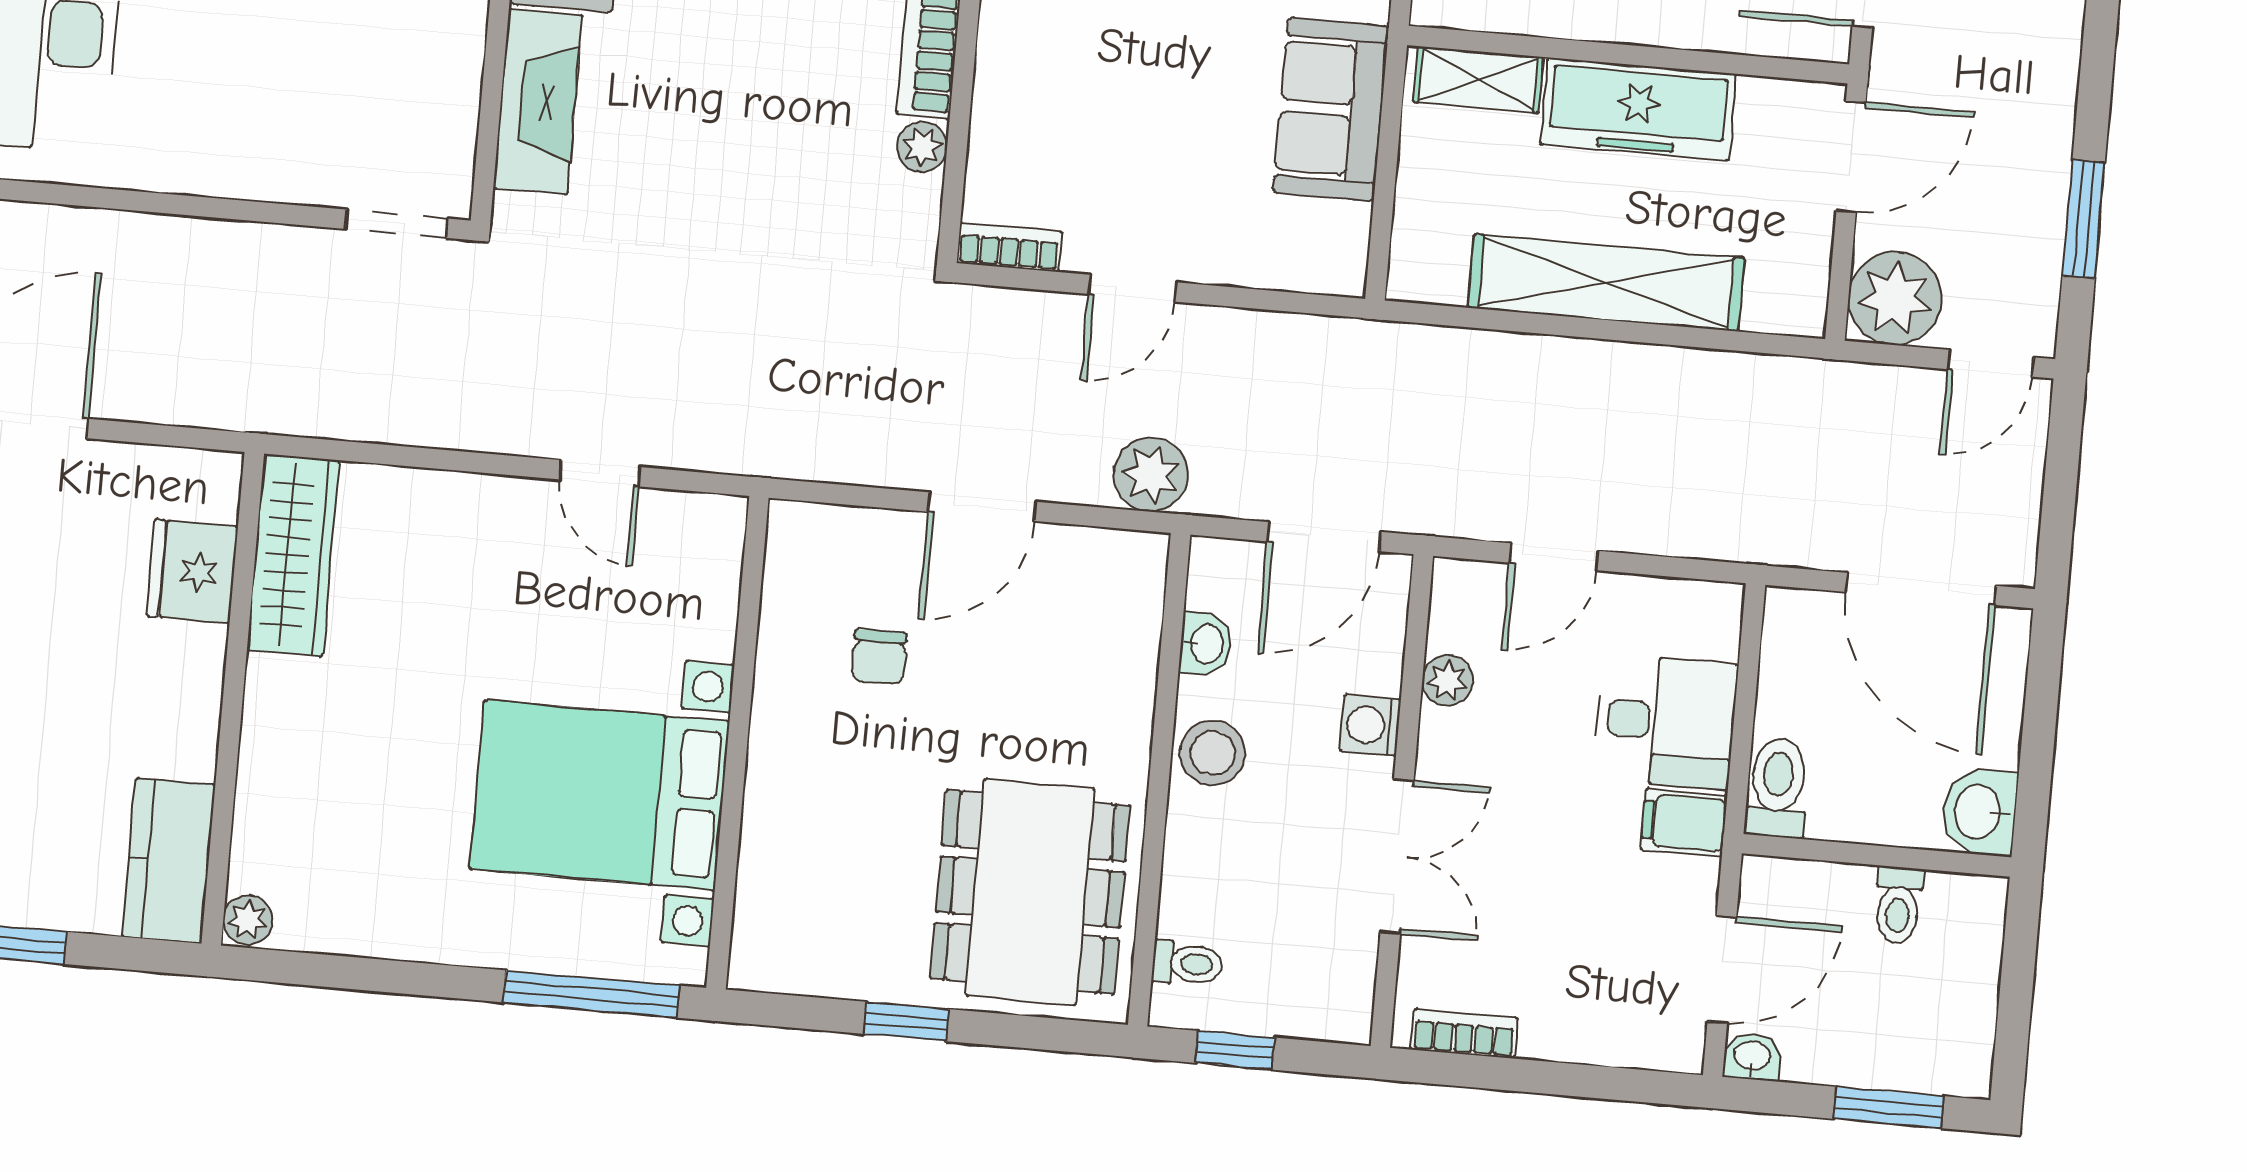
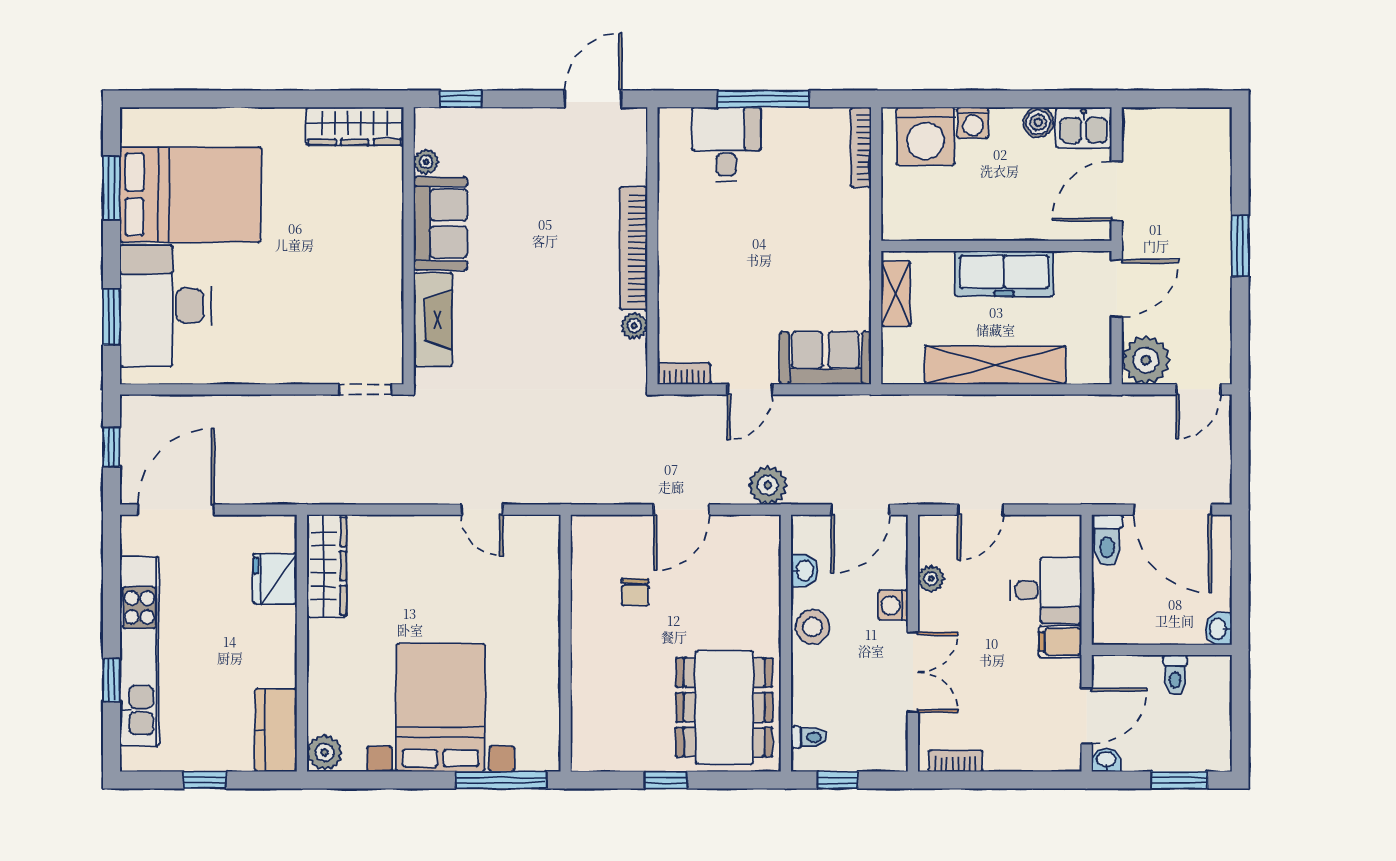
shelving: (1478, 80) -> (896, 293), moved, turned 90
sofa: (1331, 109) -> (825, 358), moved, turned 90
window: (2084, 219) -> (1240, 246), moved
toilet: (1777, 788) -> (1107, 540), moved, turned 180
bed with nightstands: (600, 795) -> (441, 708), moved, turned 90
washbasin: (1979, 812) -> (1219, 629), width x0.72, depth x0.69
plant: (248, 920) -> (325, 752), width x1.38, depth x1.38

